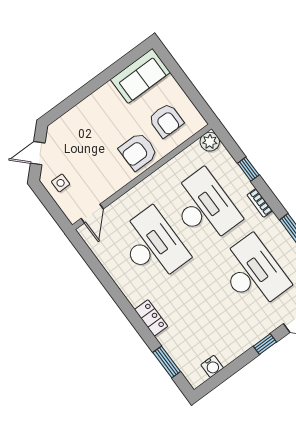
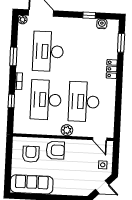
sofa: (140, 76) -> (32, 184), width x1.36
plant: (210, 142) -> (67, 130), moved
door: (92, 214) -> (100, 139), swing flipped
window: (265, 344) -> (89, 15), moved

